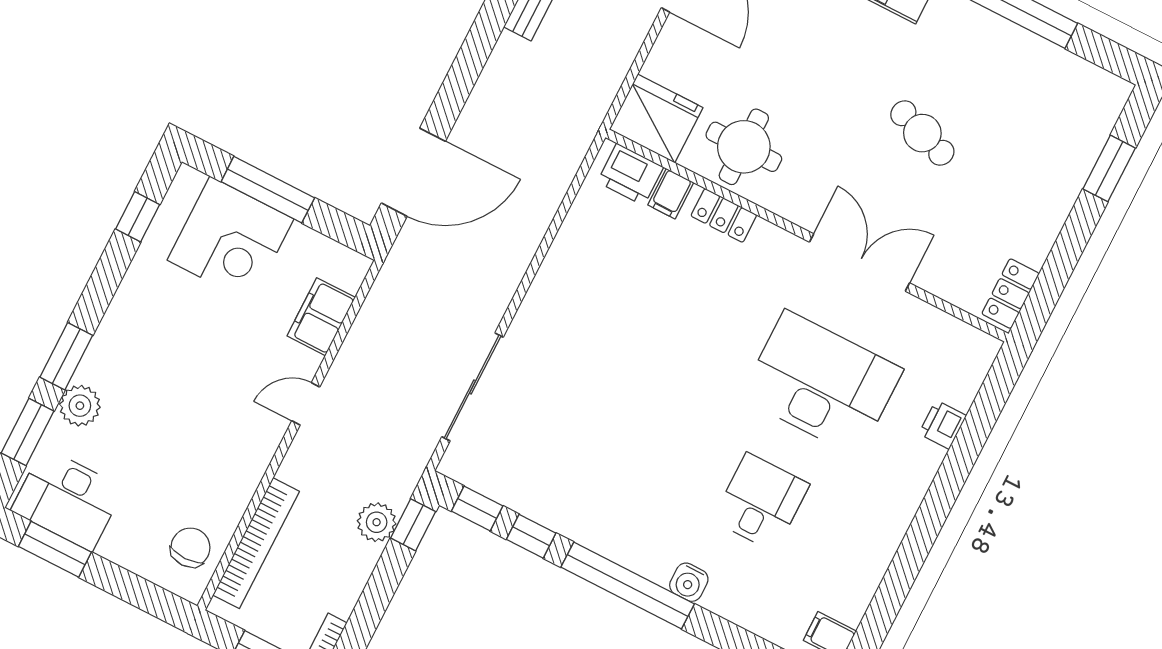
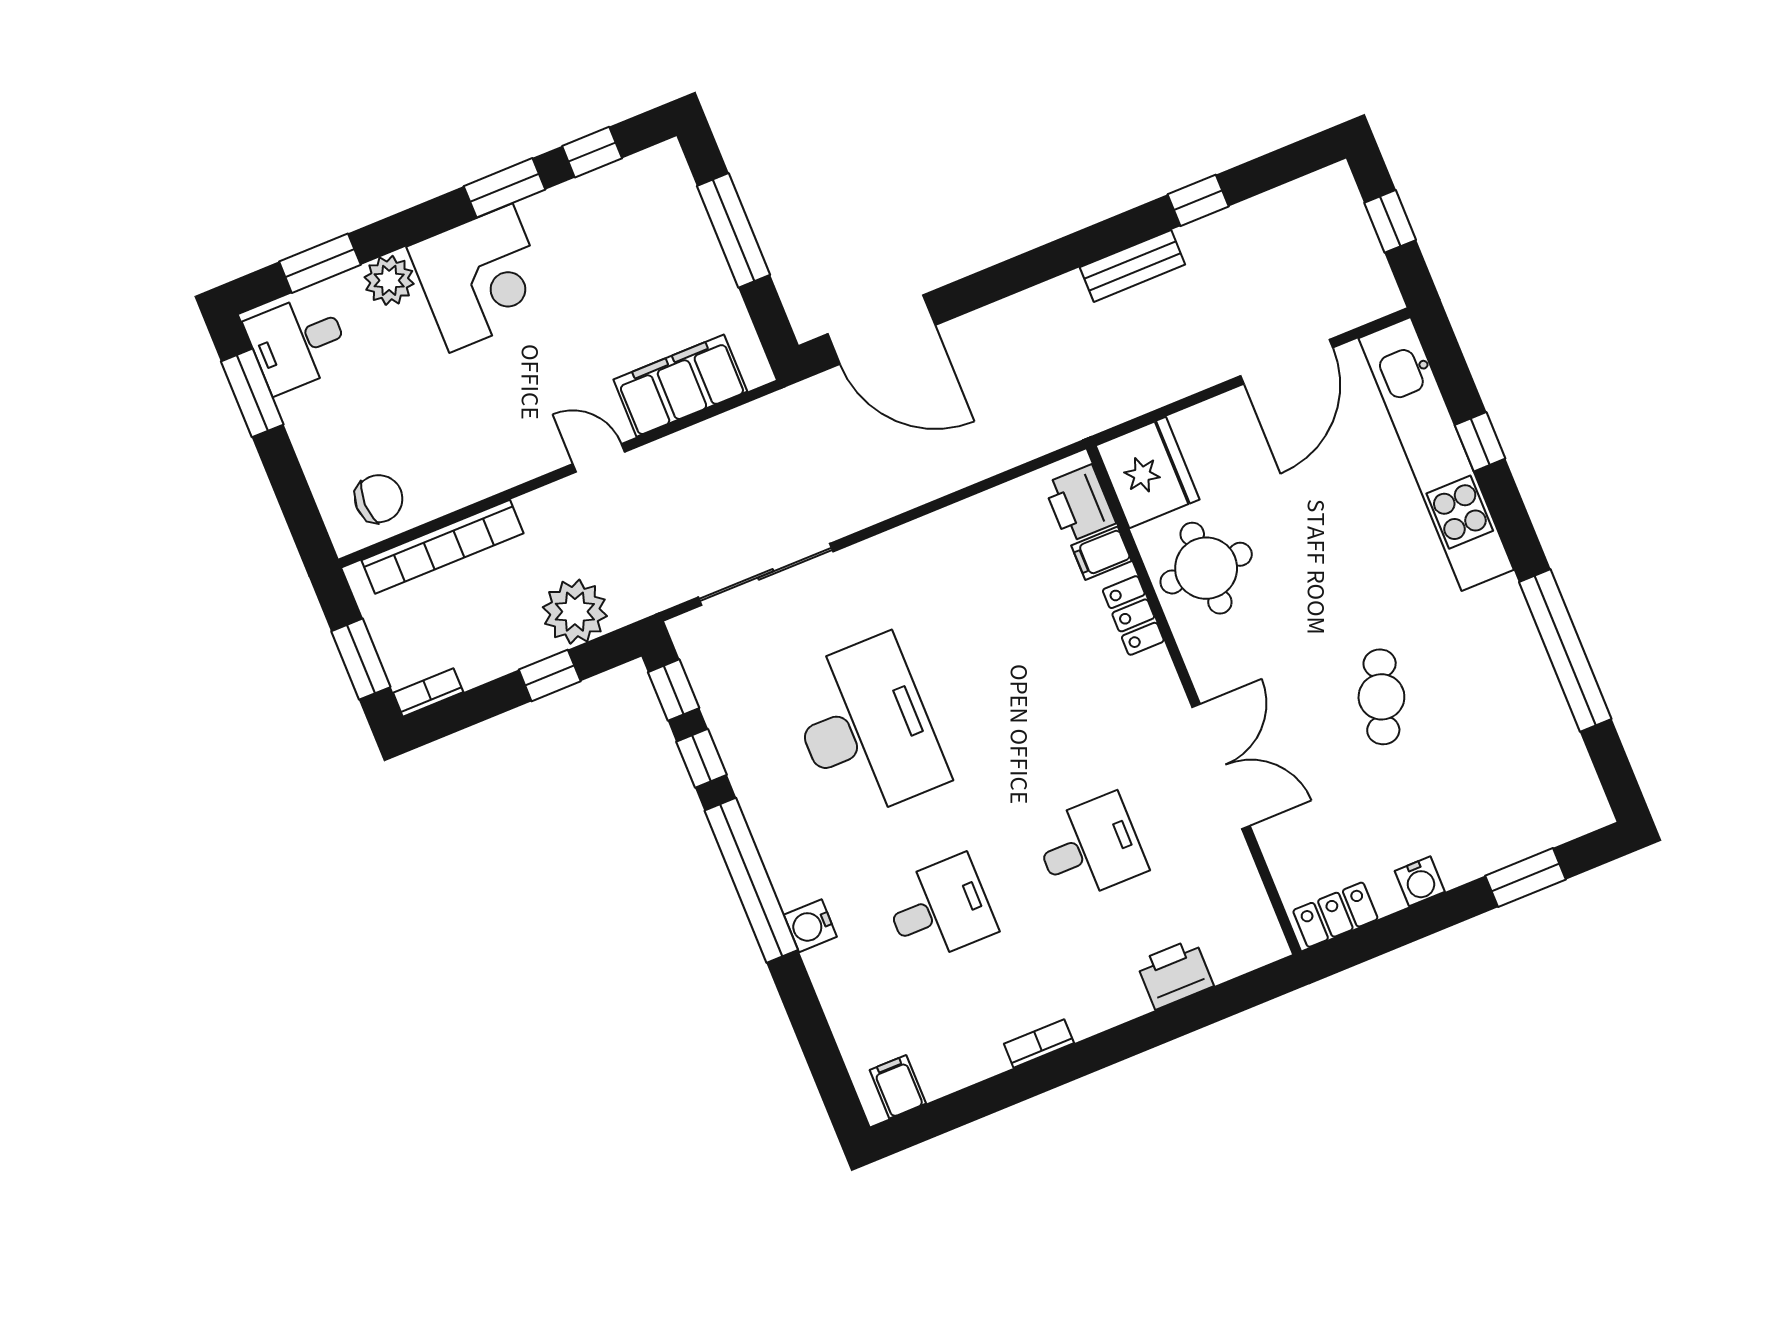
water cooler: (1045, 228) -> (1420, 881), added
corner desk: (230, 239) -> (481, 278), moved, turned -90
filing cabinet: (321, 317) -> (680, 386), width x1.50, depth x1.17
window: (66, 356) -> (505, 188), moved
desk: (822, 383) -> (1090, 848), width x0.53, depth x0.77
printer: (943, 425) -> (1175, 974), width x1.36, depth x1.24
desk: (618, 429) -> (866, 728), added
desk: (68, 499) -> (298, 343), width x0.73
plant: (377, 522) -> (575, 612), width x1.36, depth x1.36
window: (413, 525) -> (550, 675), moved
bookcase: (895, 533) -> (1039, 1043), added

